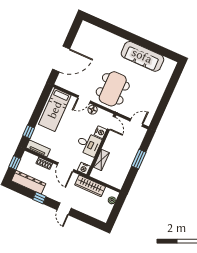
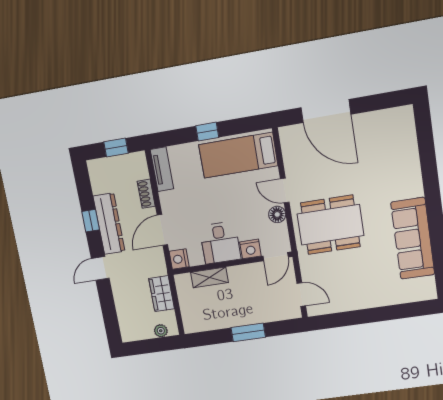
window: (29, 132) -> (207, 132), moved
dresser: (29, 182) -> (109, 224), moved
wardrobe: (90, 186) -> (162, 294), width x0.67

